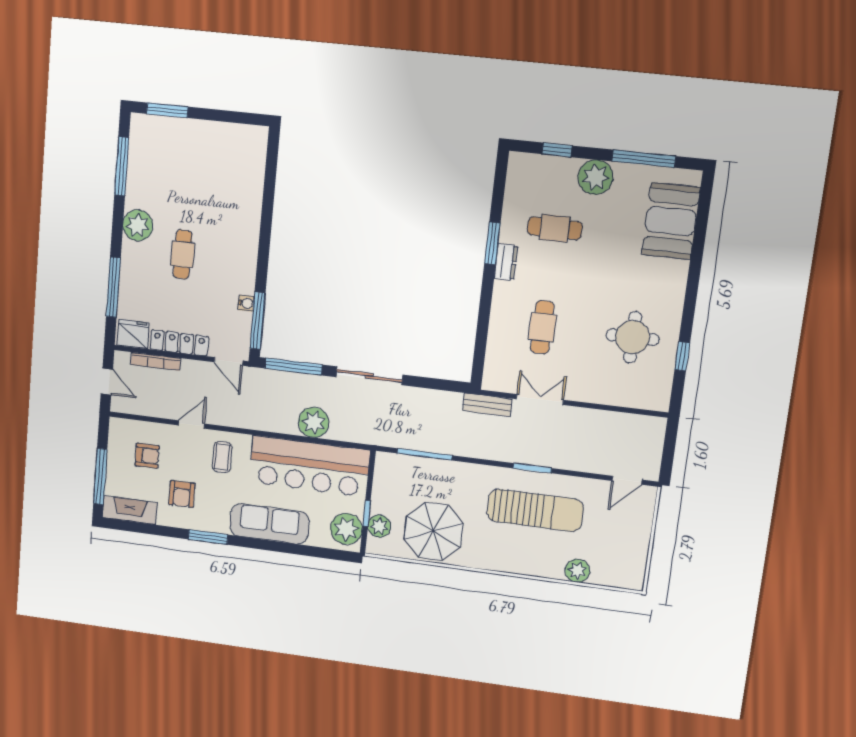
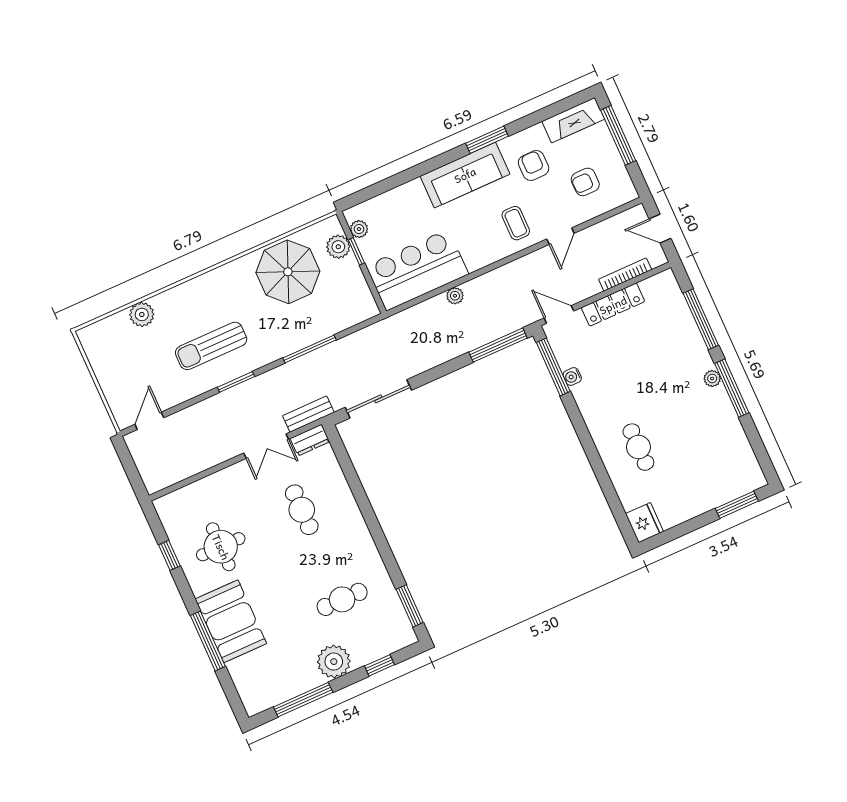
window: (122, 166) -> (732, 388), moved
booth: (671, 221) -> (231, 621), moved
plant: (138, 225) -> (712, 379), width x0.53, depth x0.53
window: (492, 243) -> (410, 606), moved
cafe table: (183, 254) -> (638, 447), moved
window: (696, 261) -> (208, 641), added
dresser: (506, 262) -> (310, 440), moved, turned -90
fridge: (133, 334) -> (644, 523), moved, turned -90
sliding door: (369, 376) -> (378, 399), moved
plant: (314, 422) -> (455, 296), width x0.53, depth x0.53
window: (425, 454) -> (309, 349), moved
bar counter: (309, 466) -> (417, 270), width x0.73
sun lounger: (535, 510) -> (211, 346), width x0.73, depth x0.75
sofa: (269, 524) -> (465, 175), moved
plant: (346, 529) -> (359, 229), width x0.53, depth x0.53

